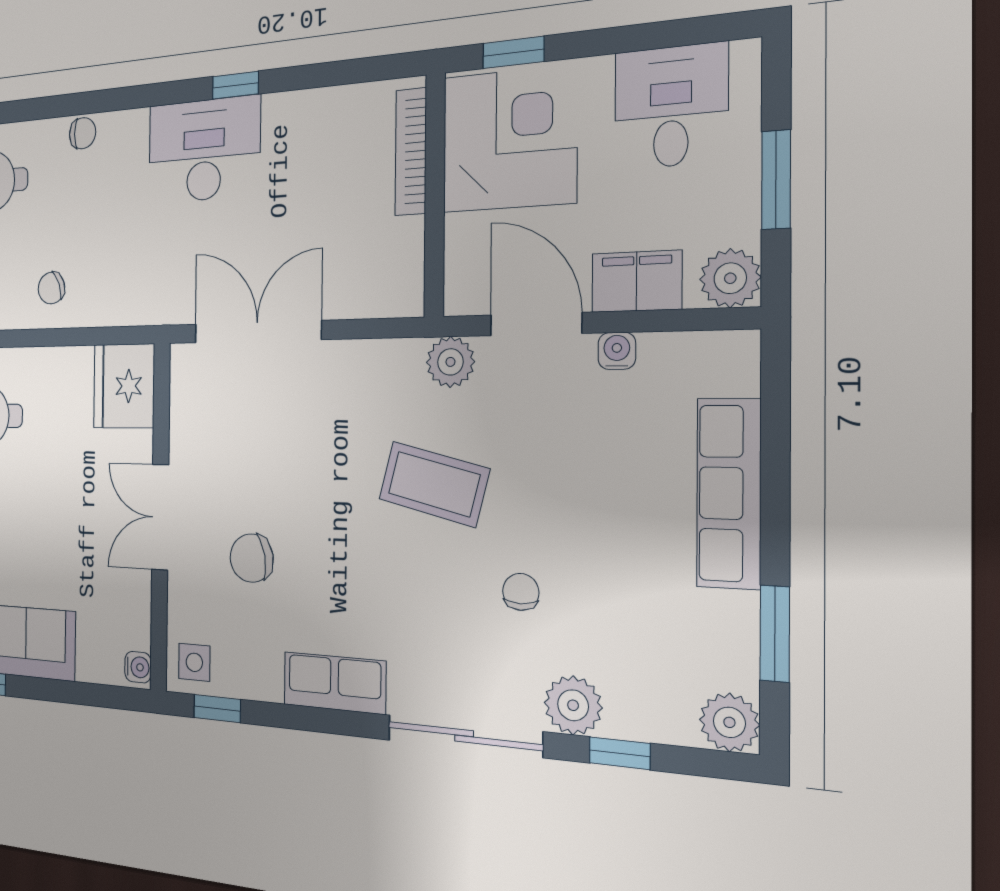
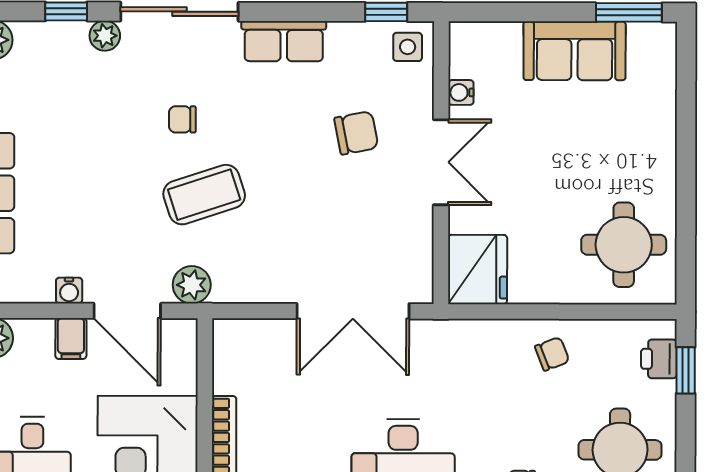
filing cabinet: (637, 281) -> (71, 339), width x0.50
coffee table: (434, 484) -> (204, 195), turned -32
chair: (521, 592) -> (182, 119), moved, turned 90
water cooler: (138, 667) -> (461, 92), moved
plant: (573, 705) -> (105, 36), width x0.73, depth x0.73

